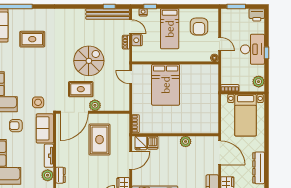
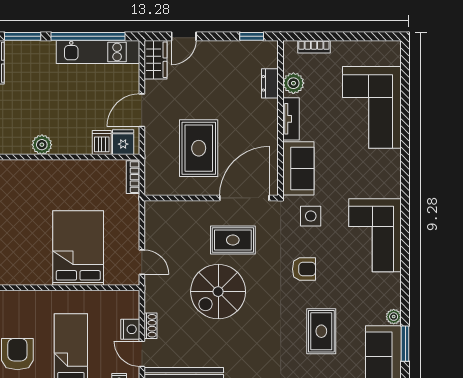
rug: (32, 39) -> (321, 331), turned 90
plant: (95, 105) -> (207, 211), removed
armchair: (16, 126) -> (304, 269), moved

